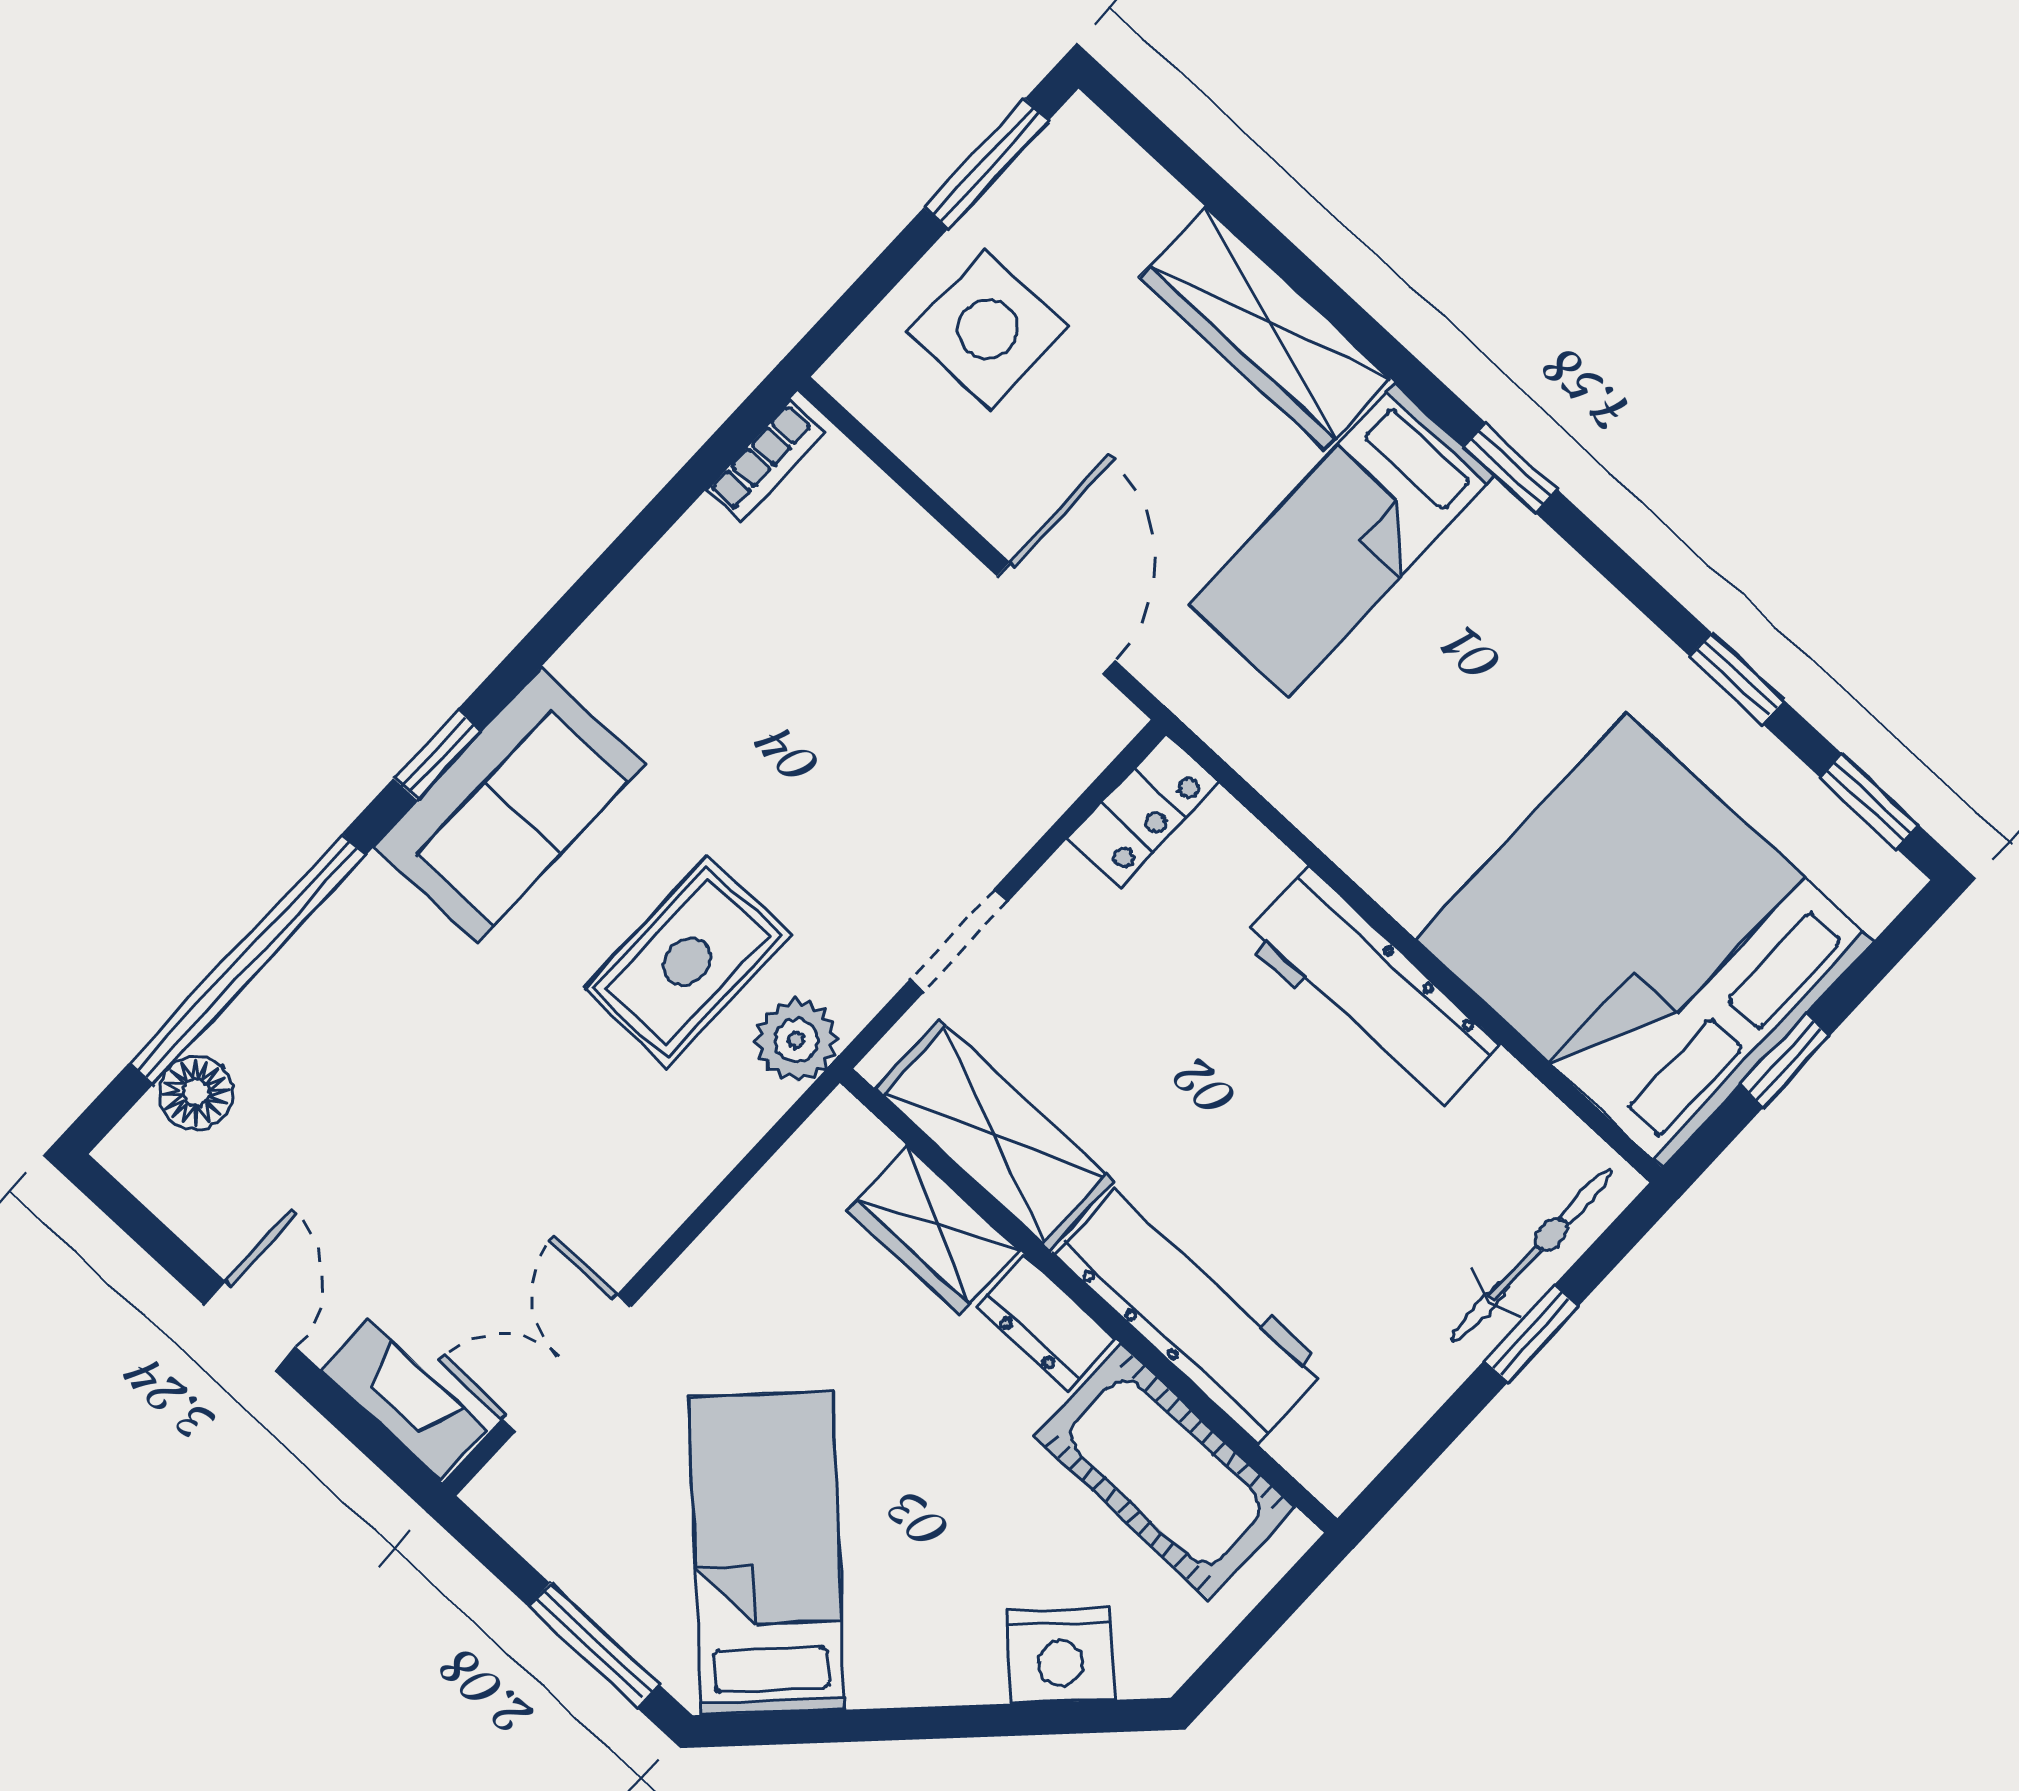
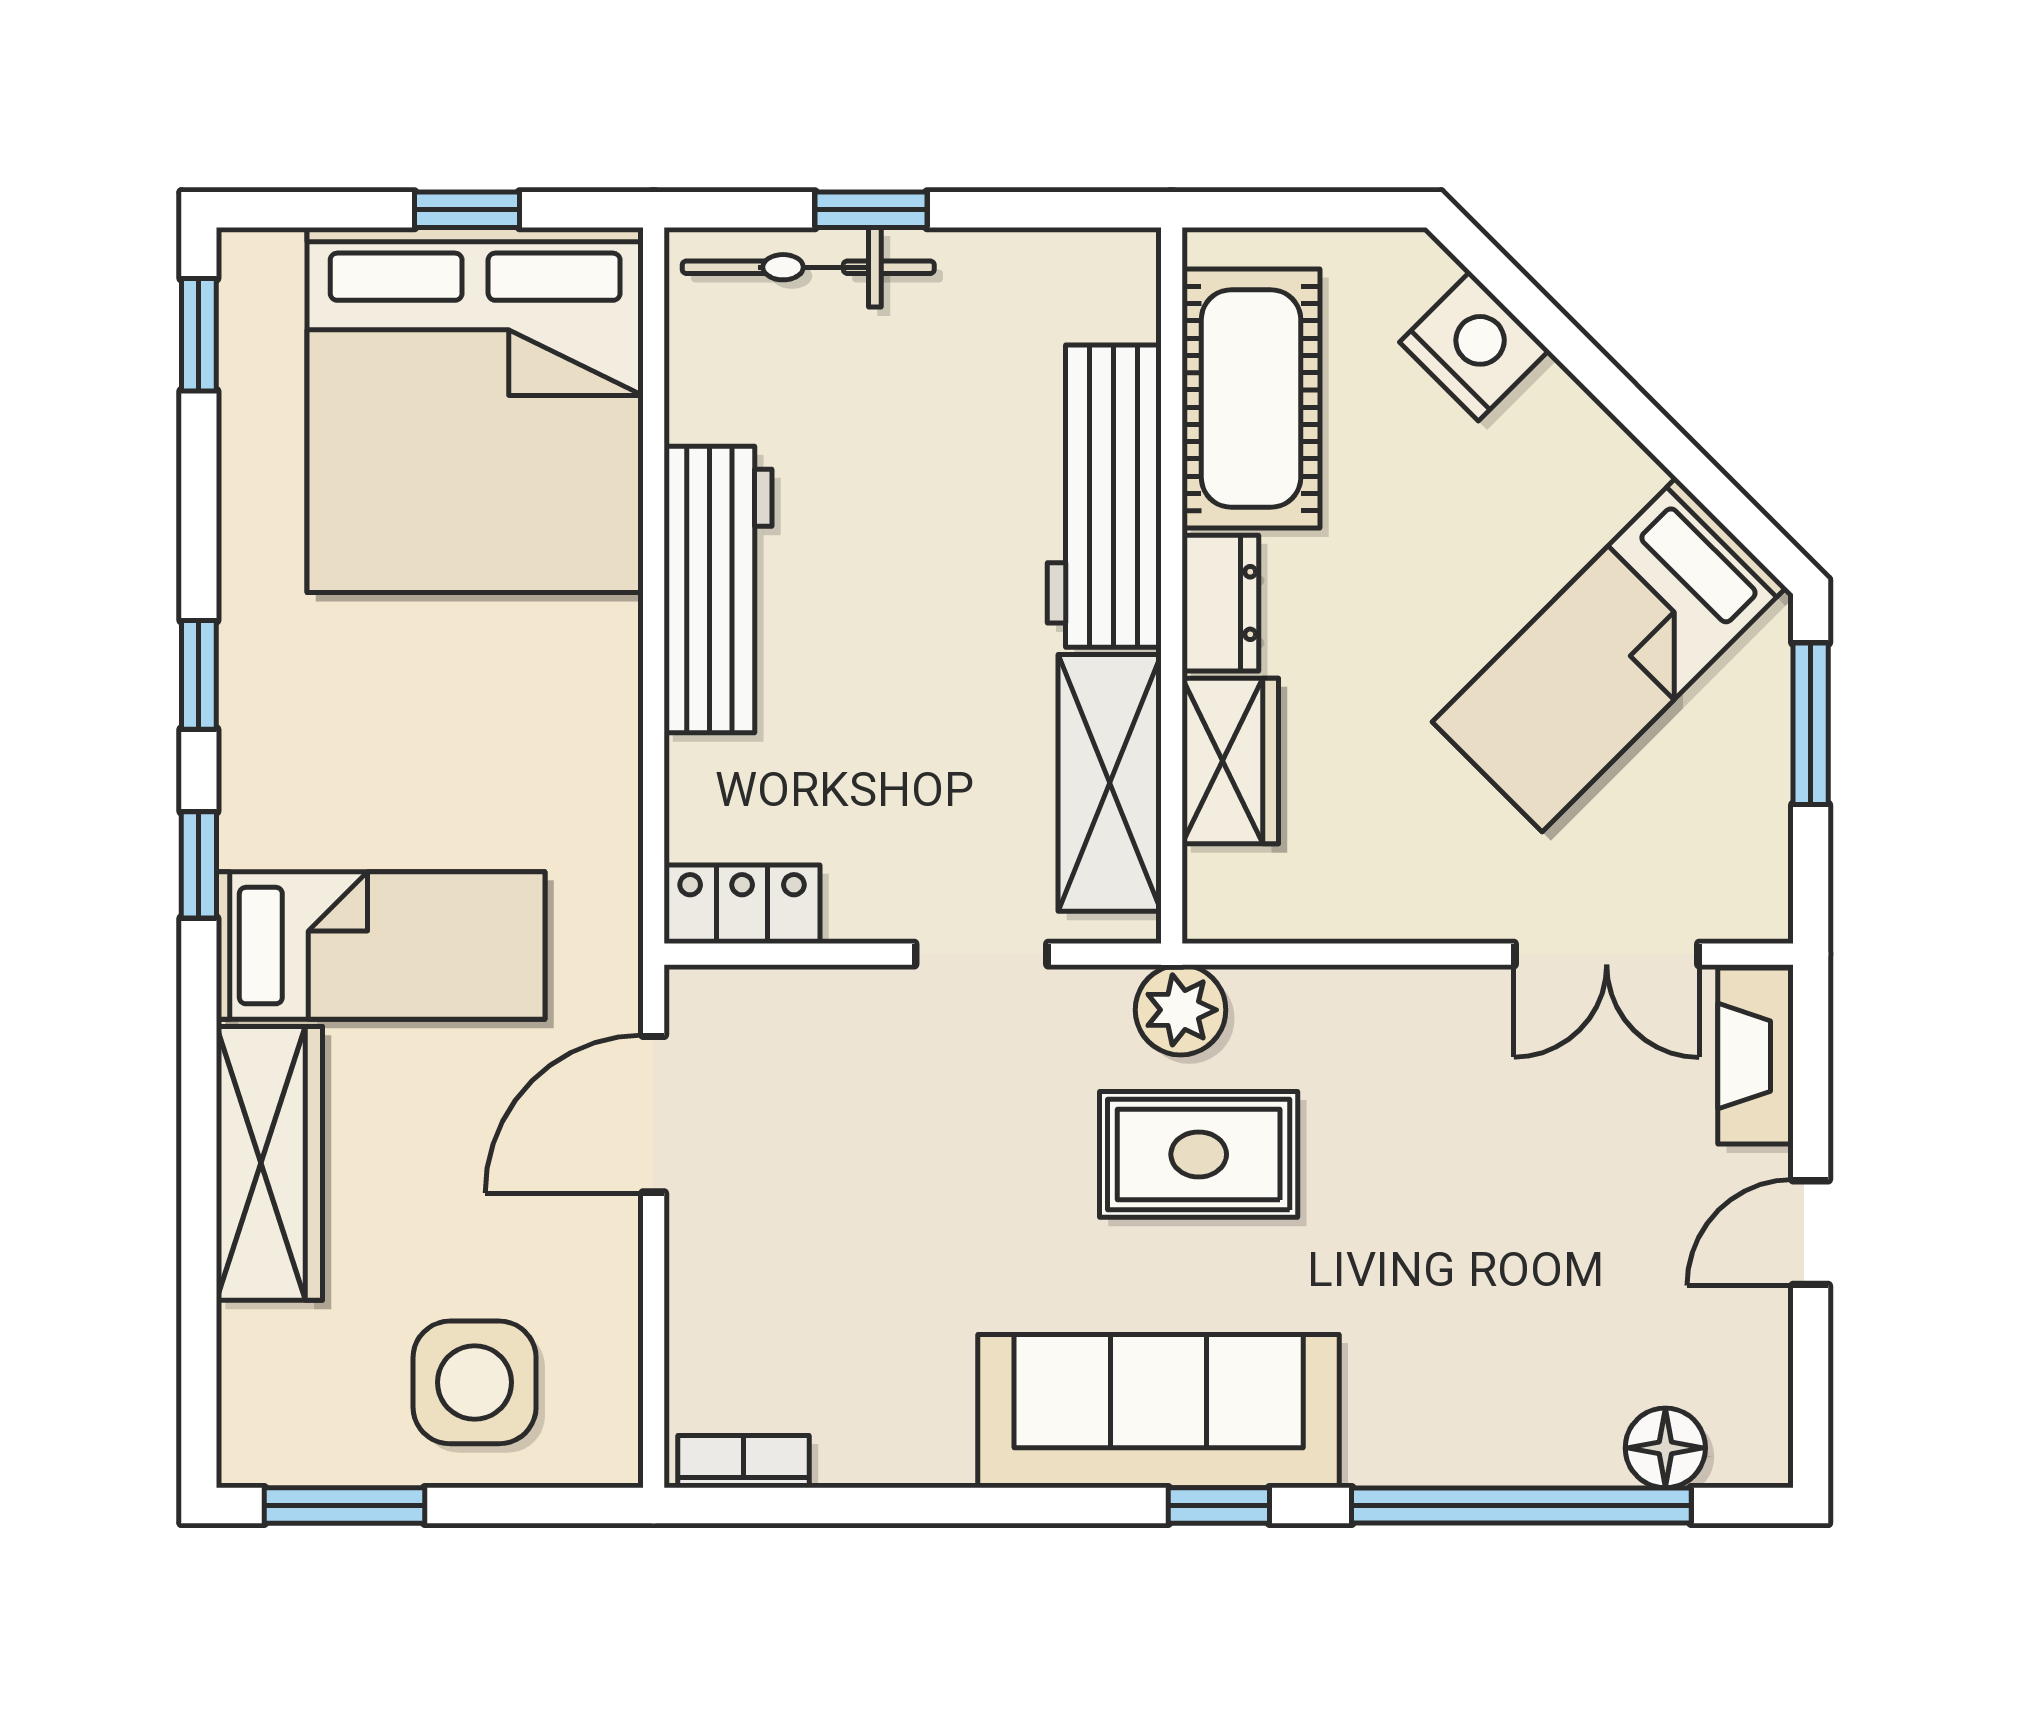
window: (1737, 678) -> (199, 675), moved
sofa: (509, 806) -> (1159, 1411), width x1.36

